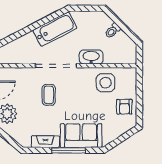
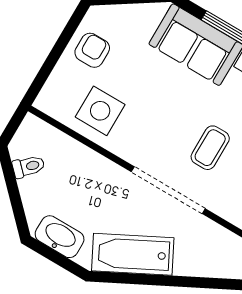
toilet: (113, 31) -> (28, 167), moved
washbasin: (91, 57) -> (60, 237), moved, turned 180

